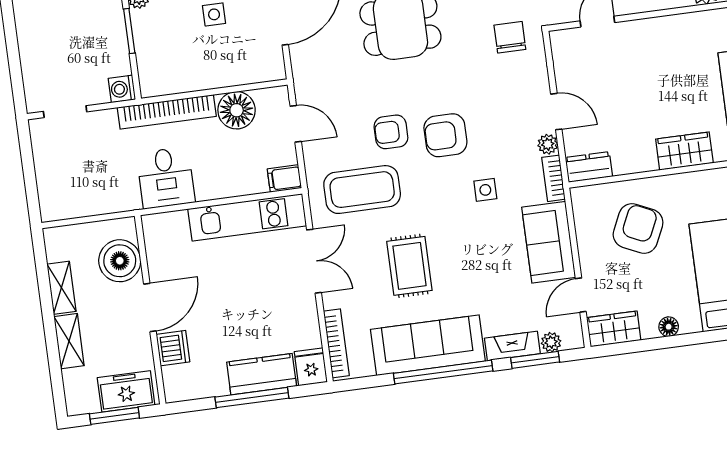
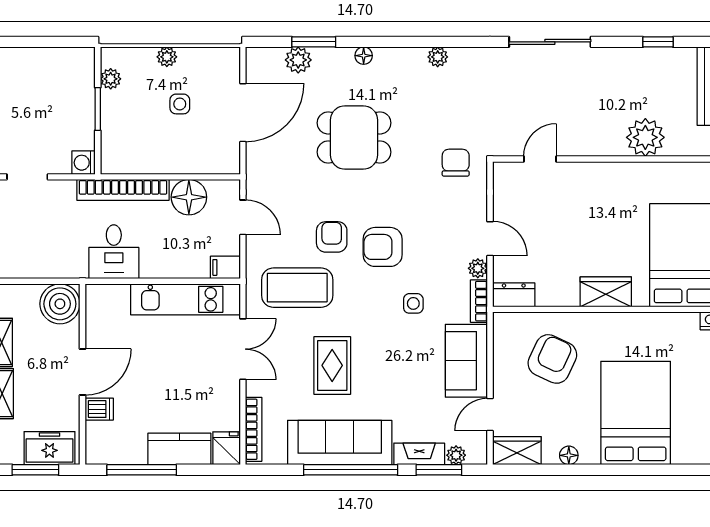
armchair: (391, 132) -> (332, 237), turned 90
boiler: (120, 261) -> (60, 304), moved
dishwasher: (173, 348) -> (99, 409), width x0.73
window: (252, 398) -> (142, 470), moved

